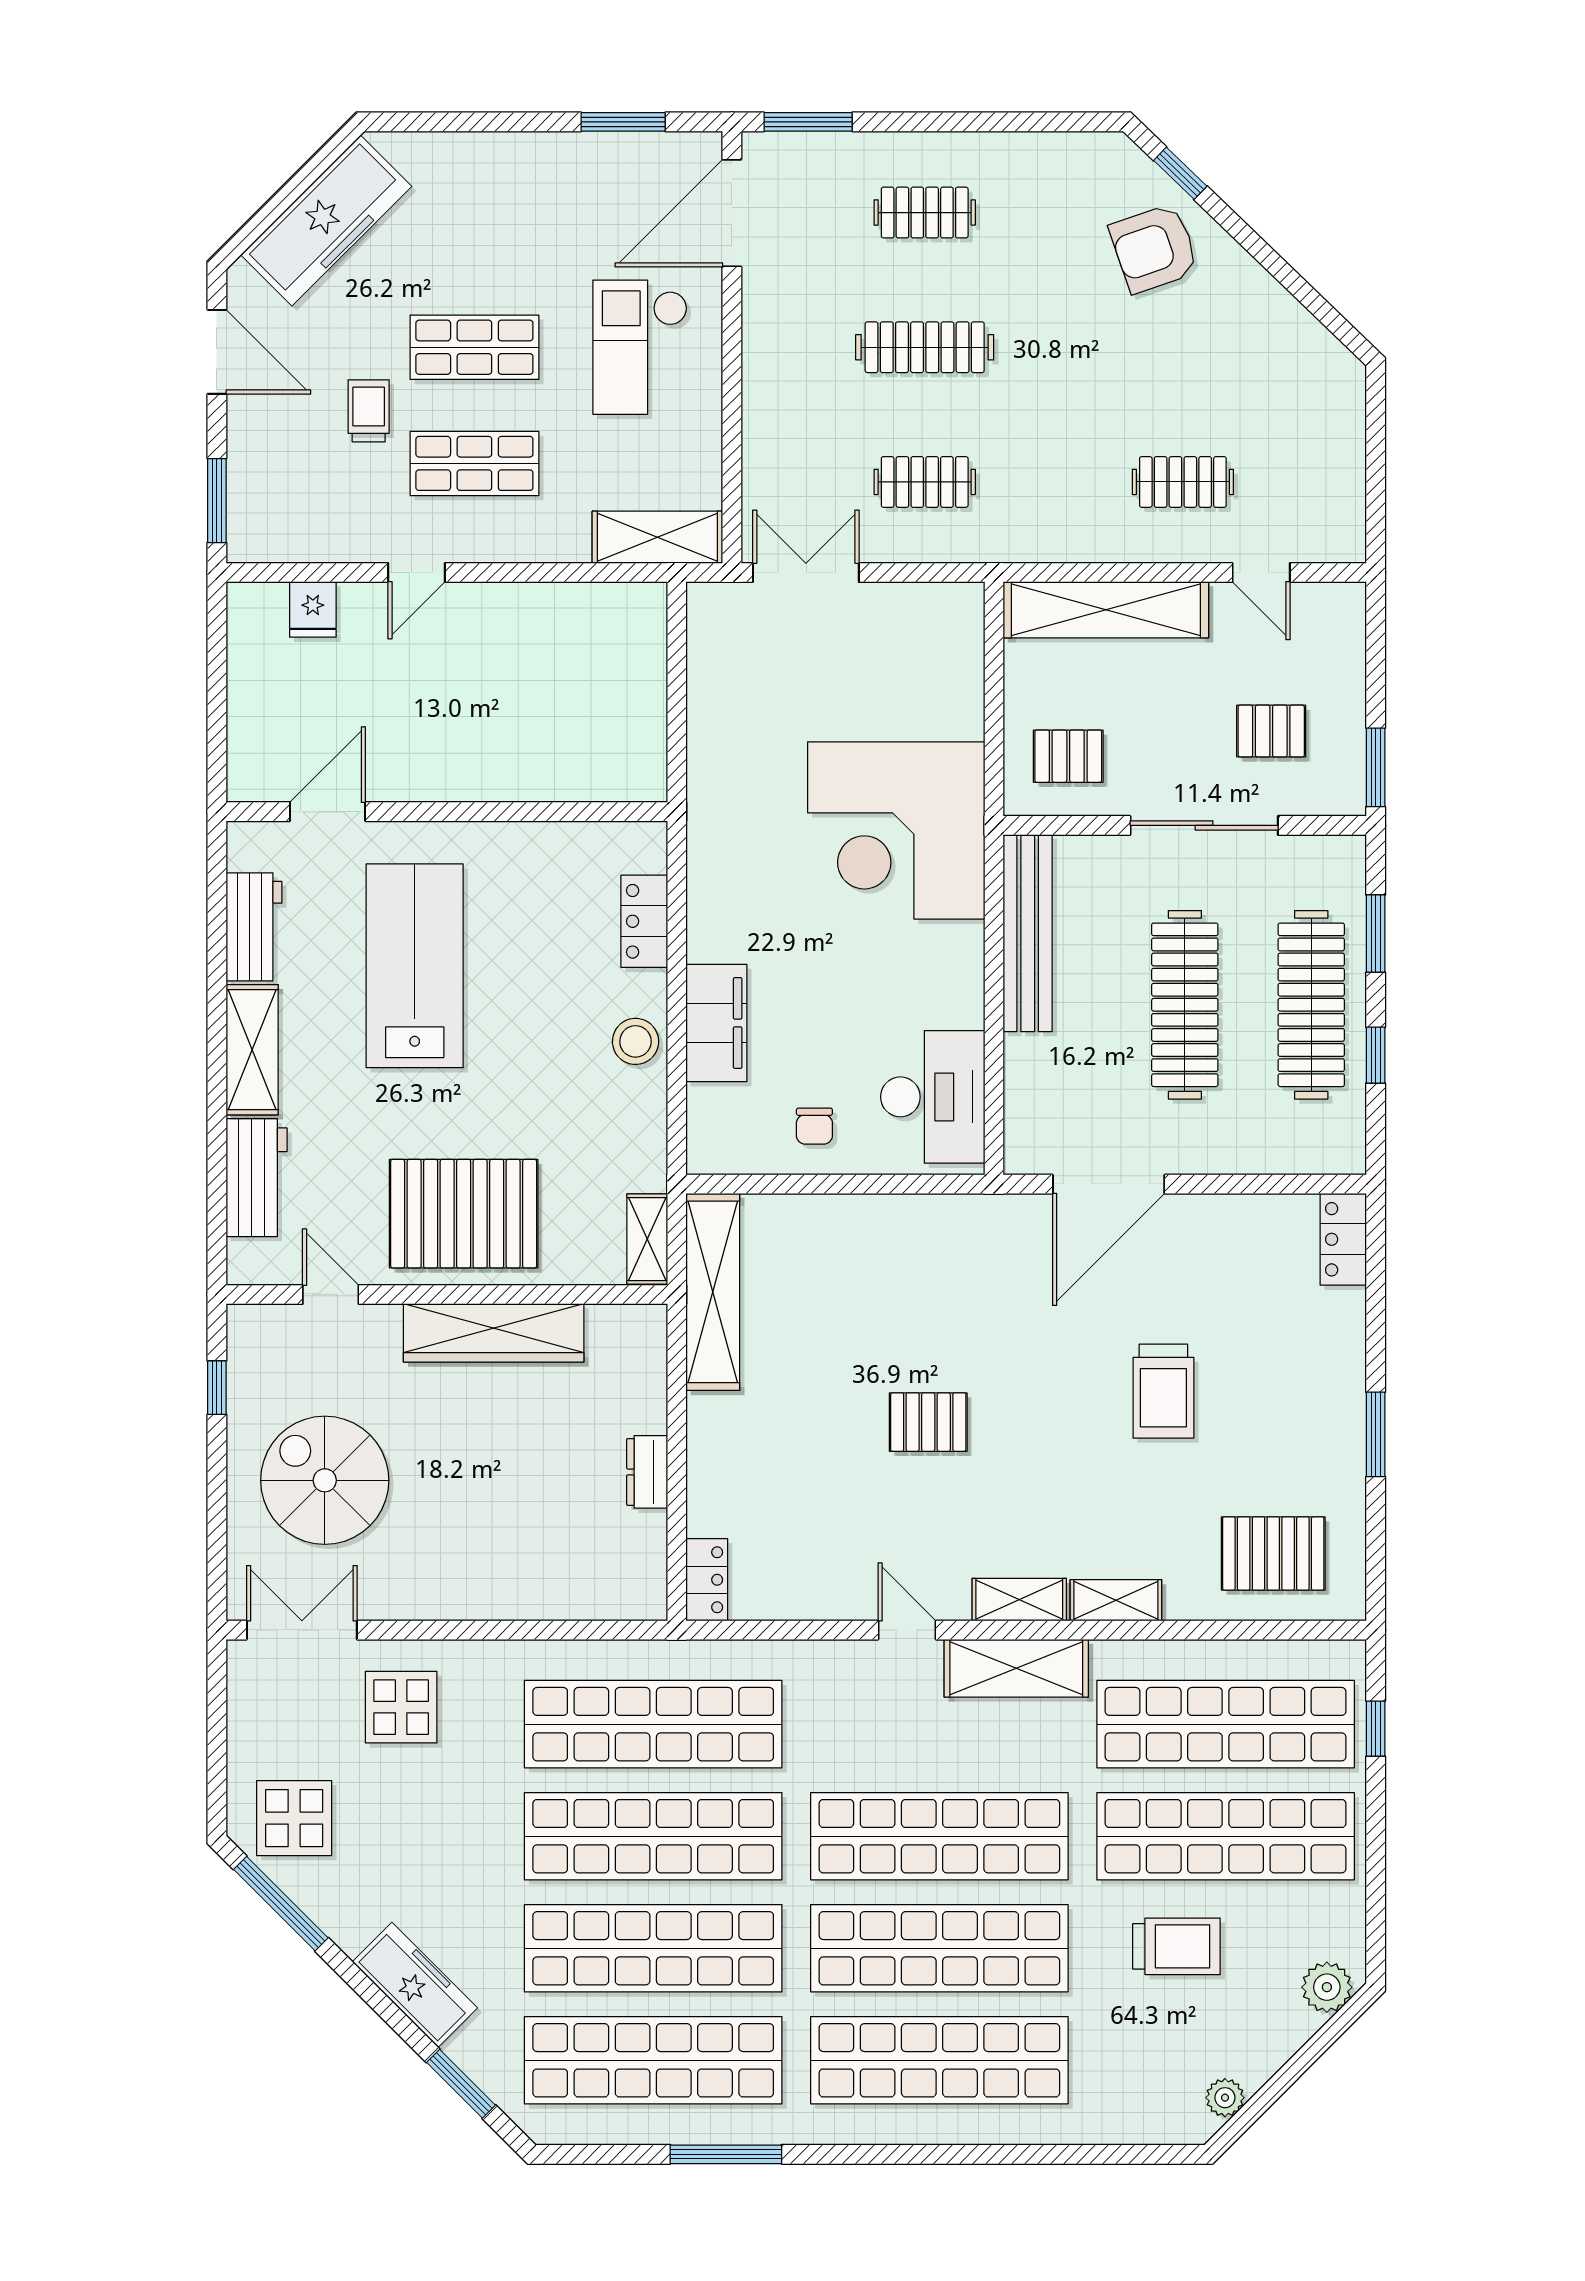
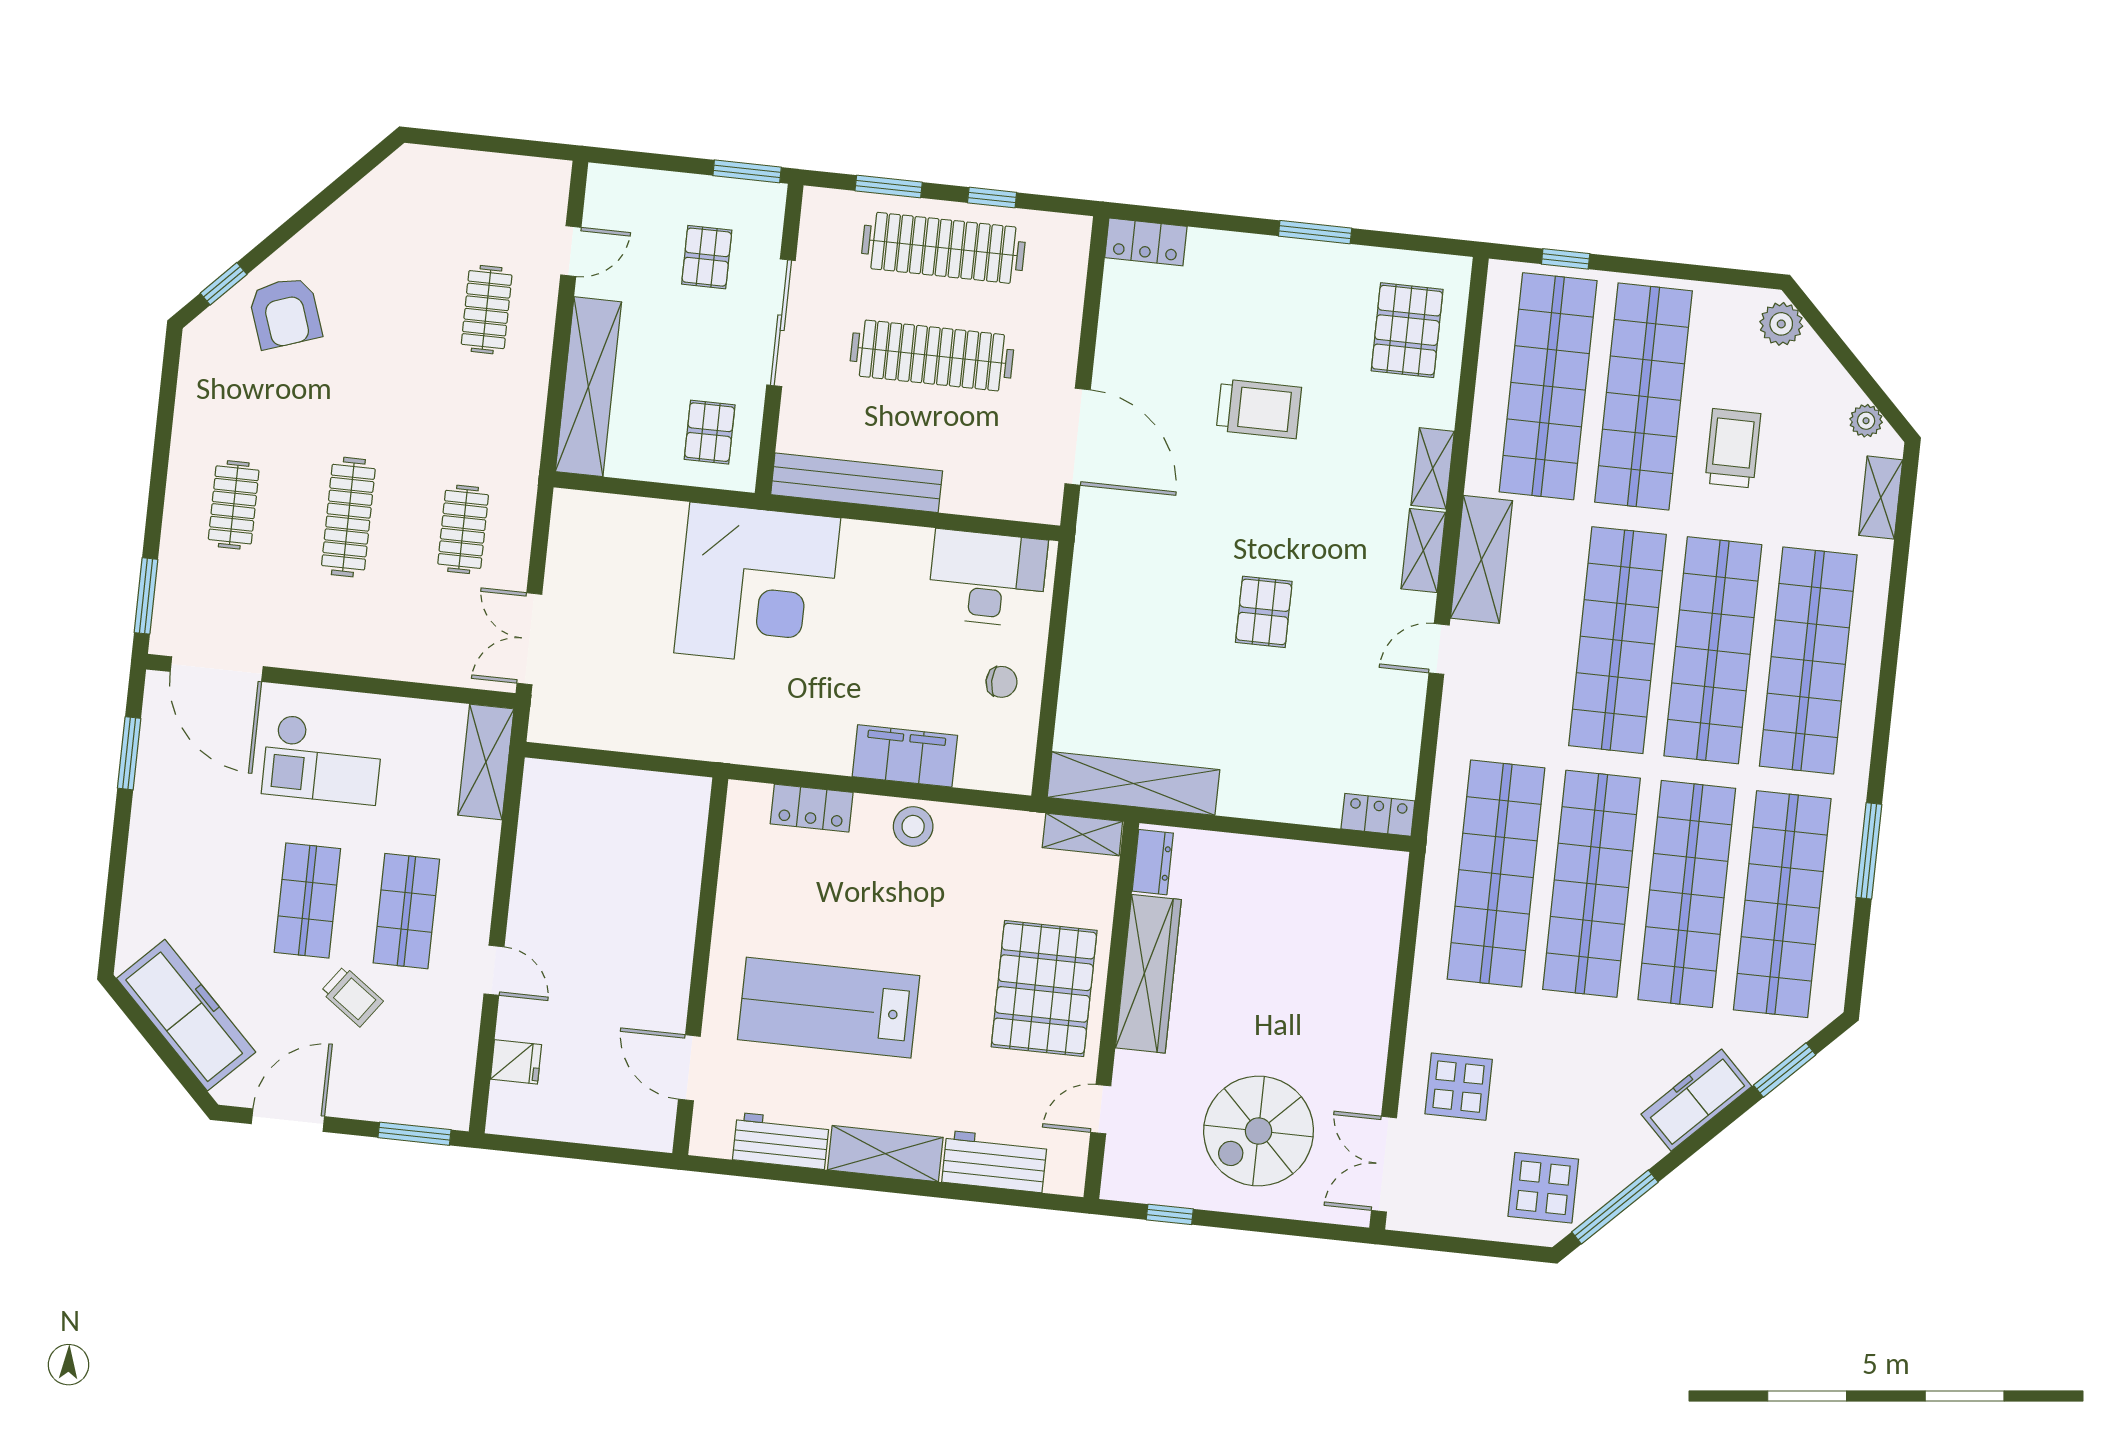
trolley: (369, 411) -> (352, 996), turned -144
dresser: (647, 1472) -> (1153, 862), moved, turned -90
shelving: (1138, 2124) -> (1881, 498), added

